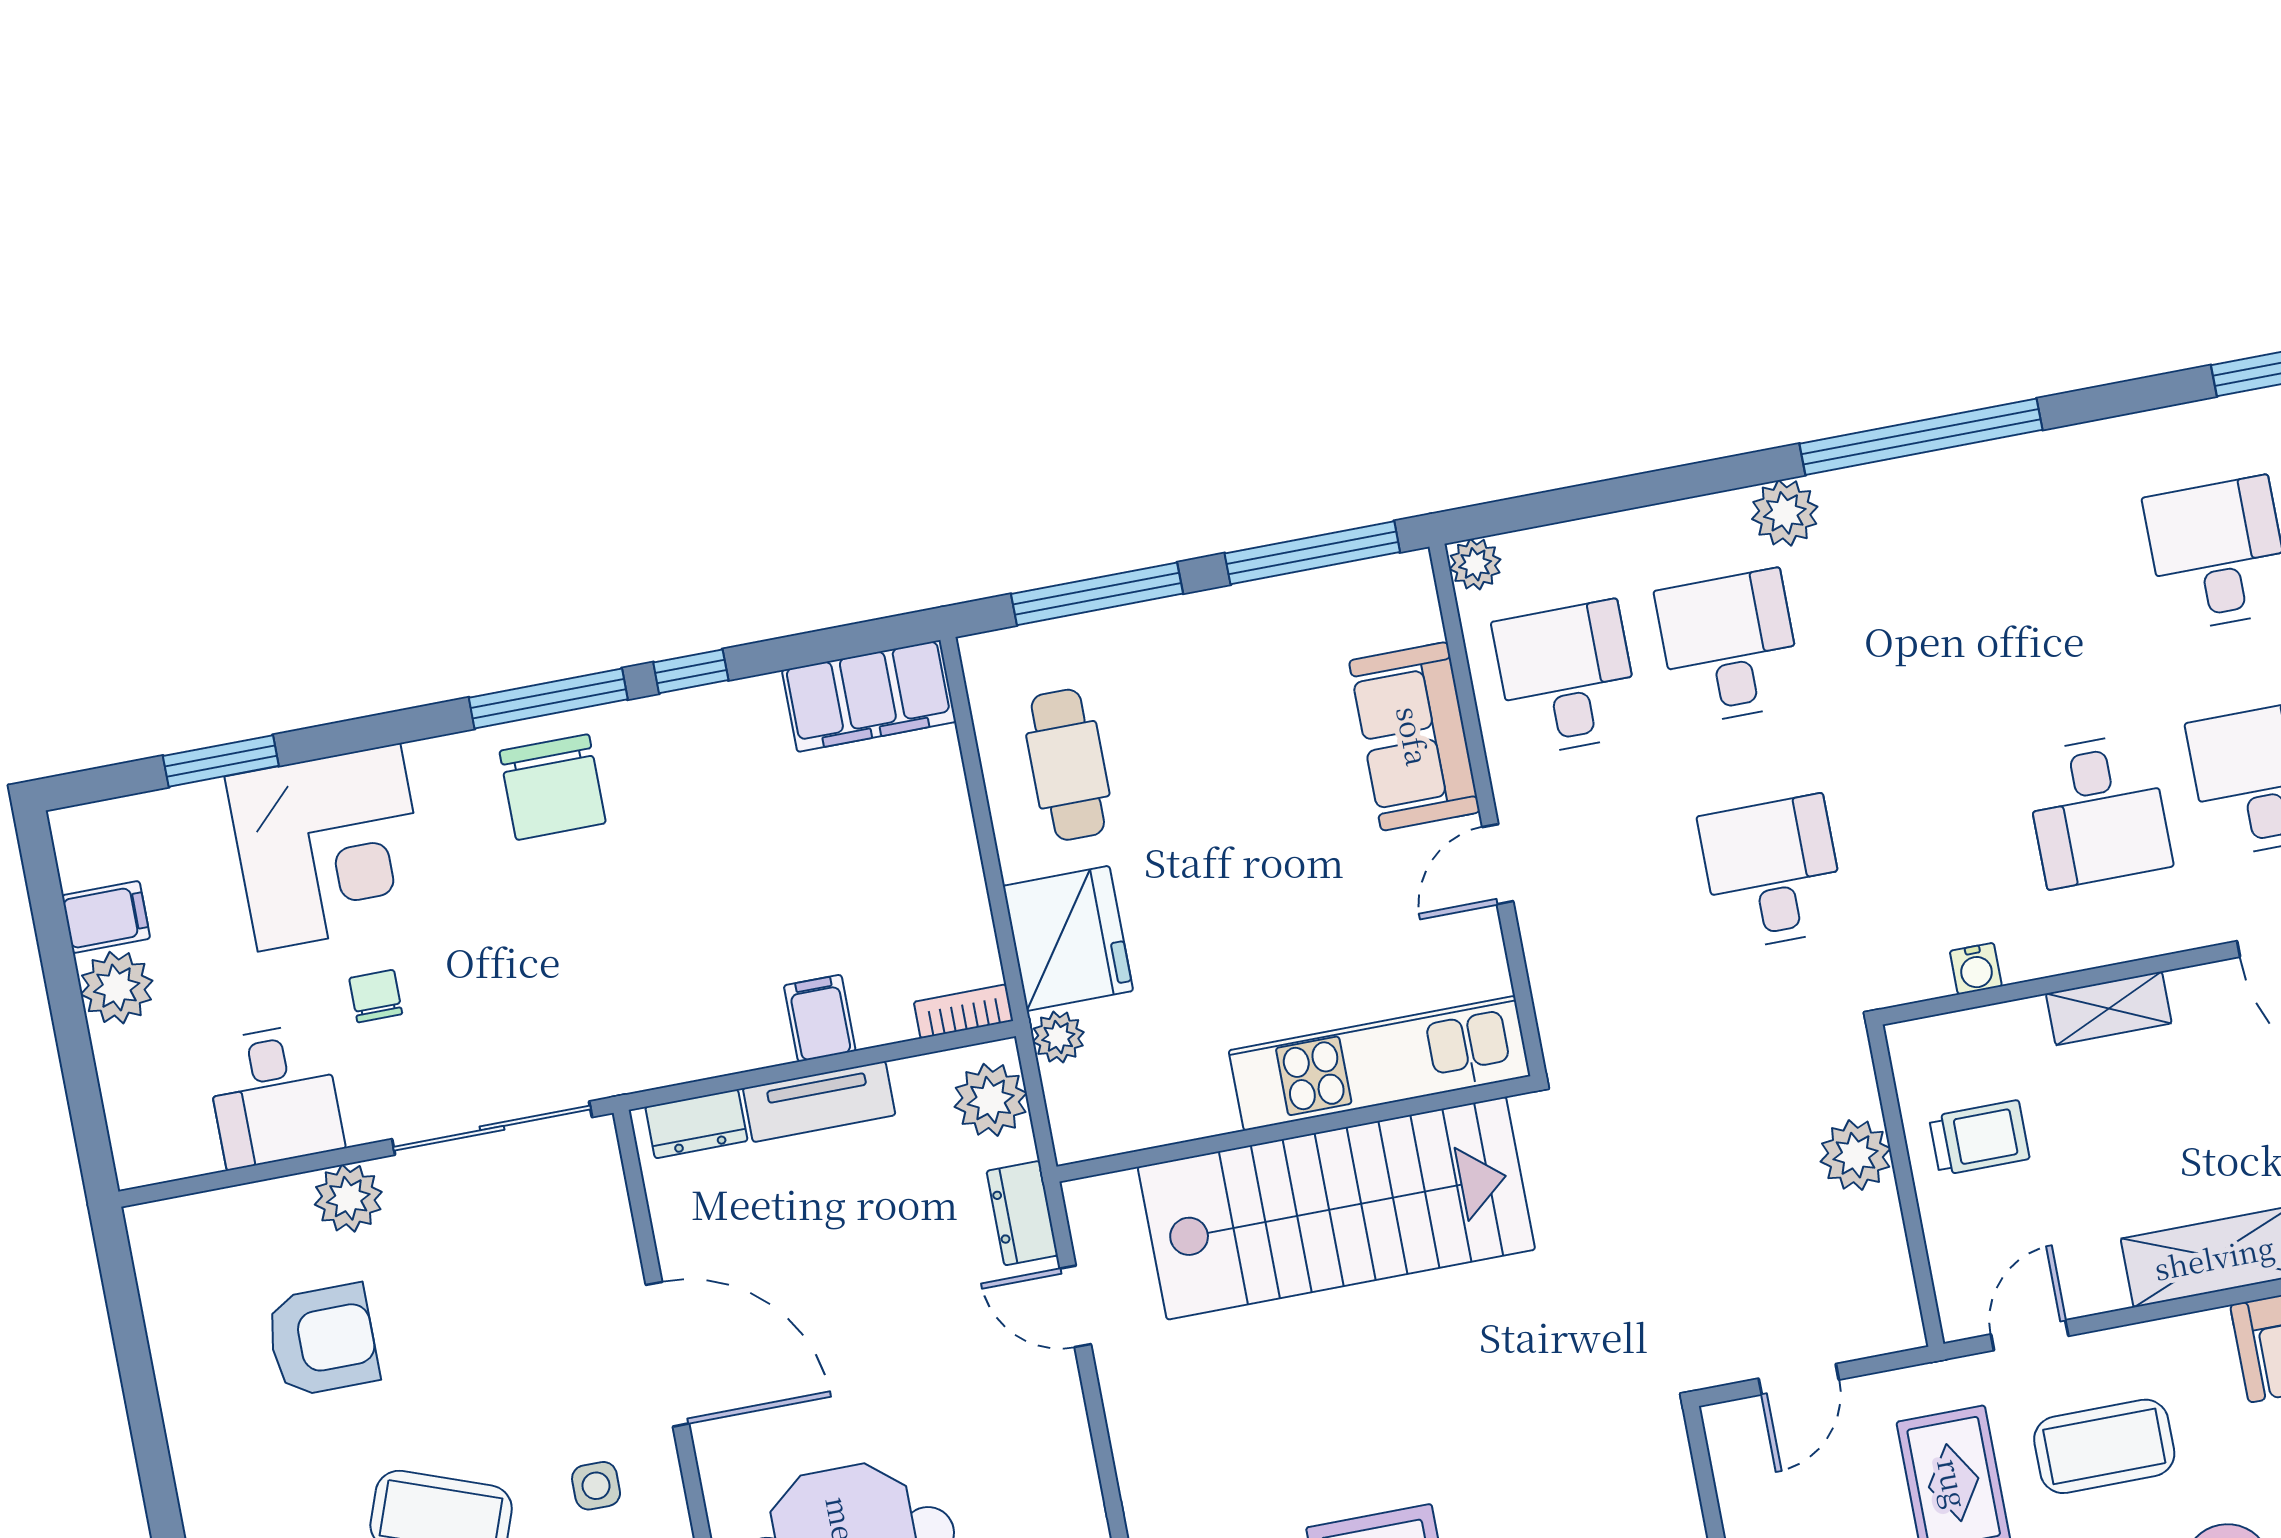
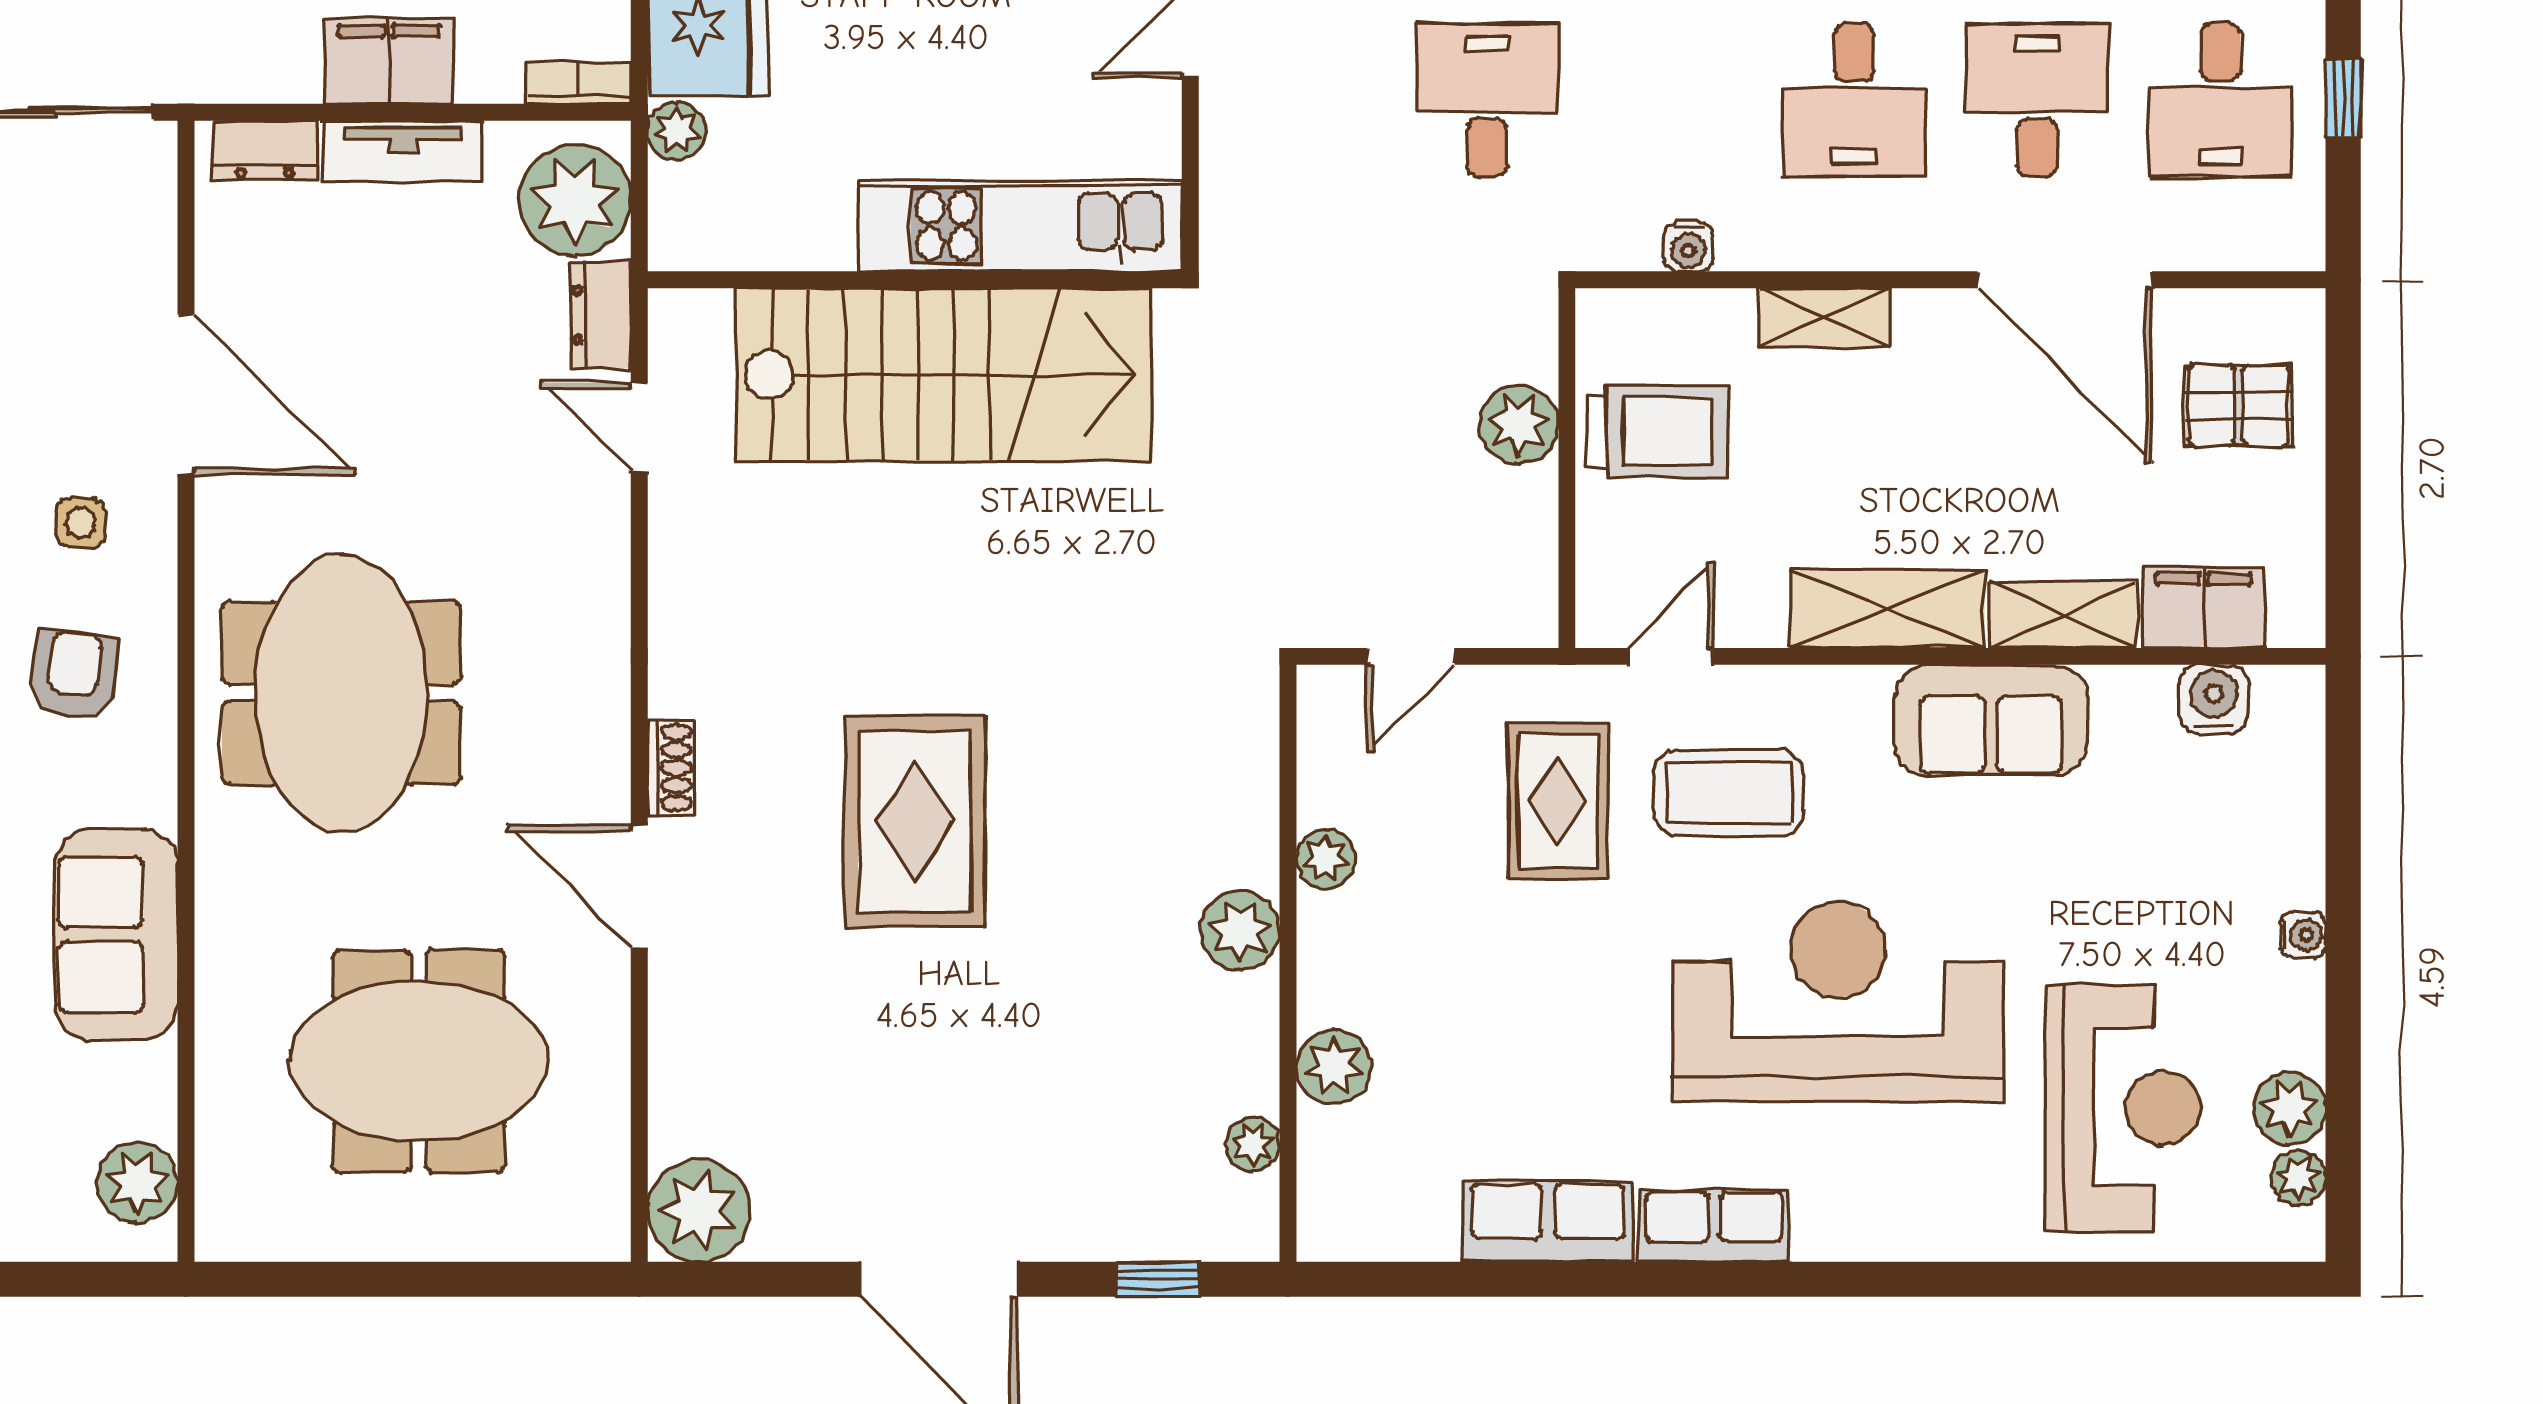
filing cabinet: (820, 1018) -> (389, 61), width x2.00
plant: (991, 1100) -> (575, 200), width x1.36, depth x1.36
trolley: (1979, 1138) -> (1657, 431), width x1.36, depth x1.39

